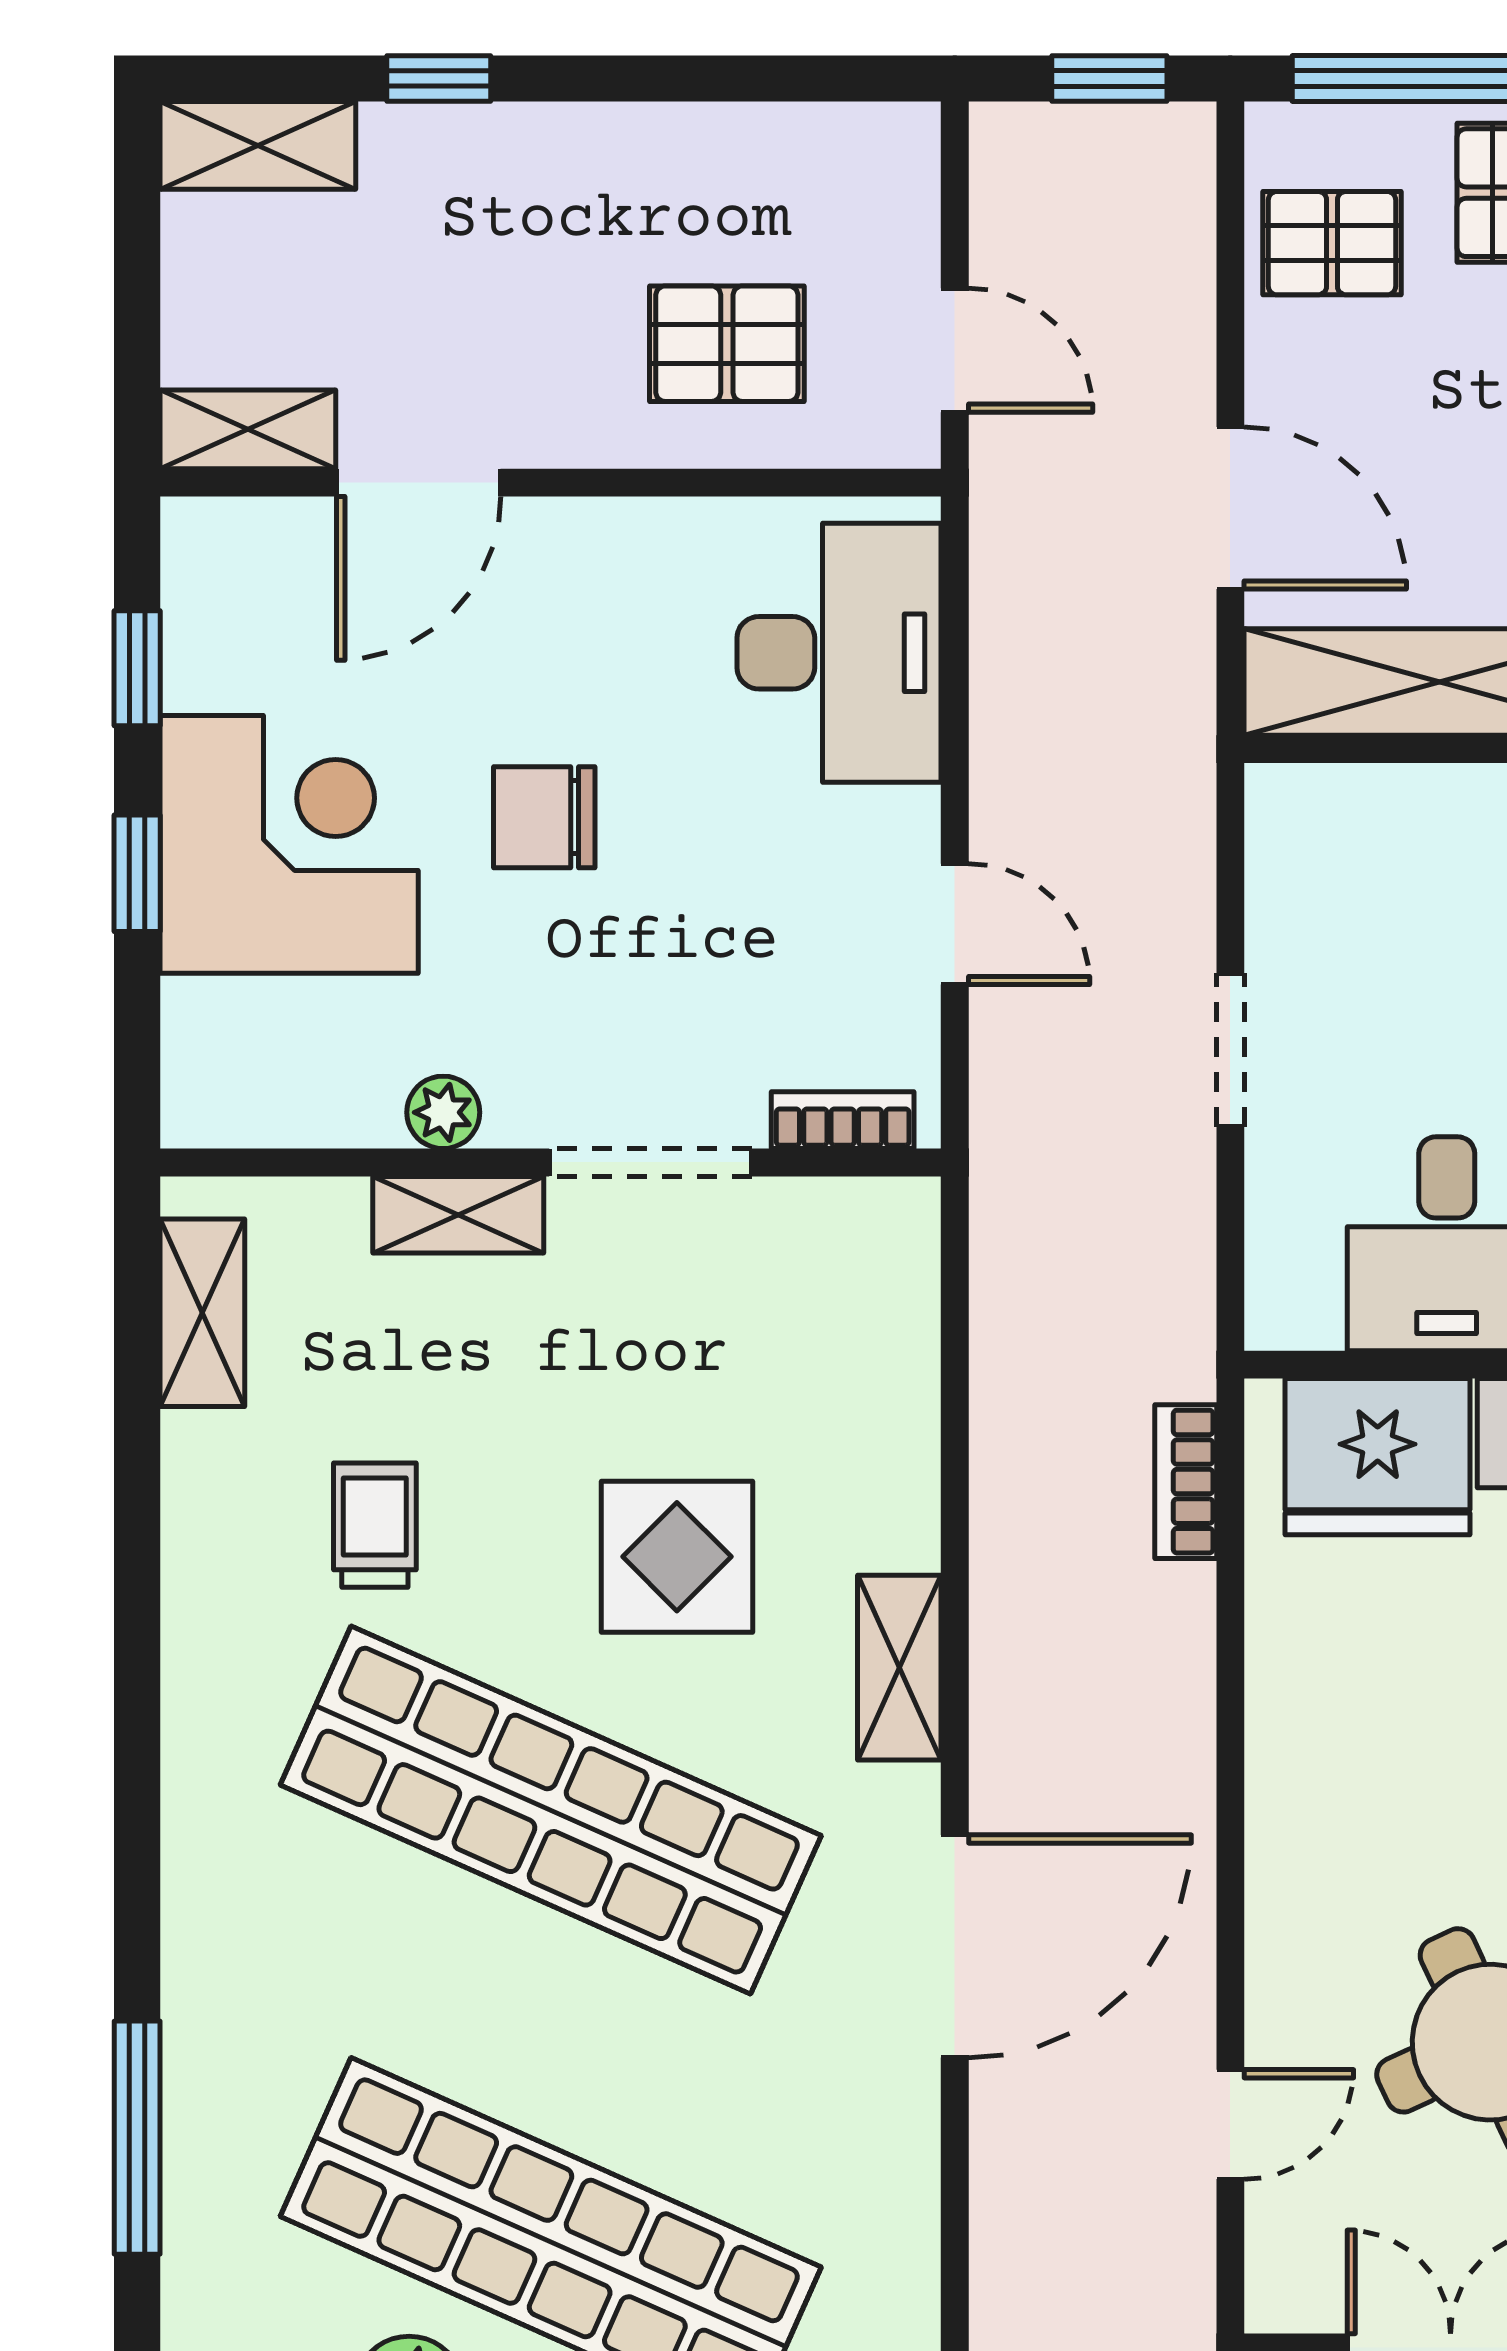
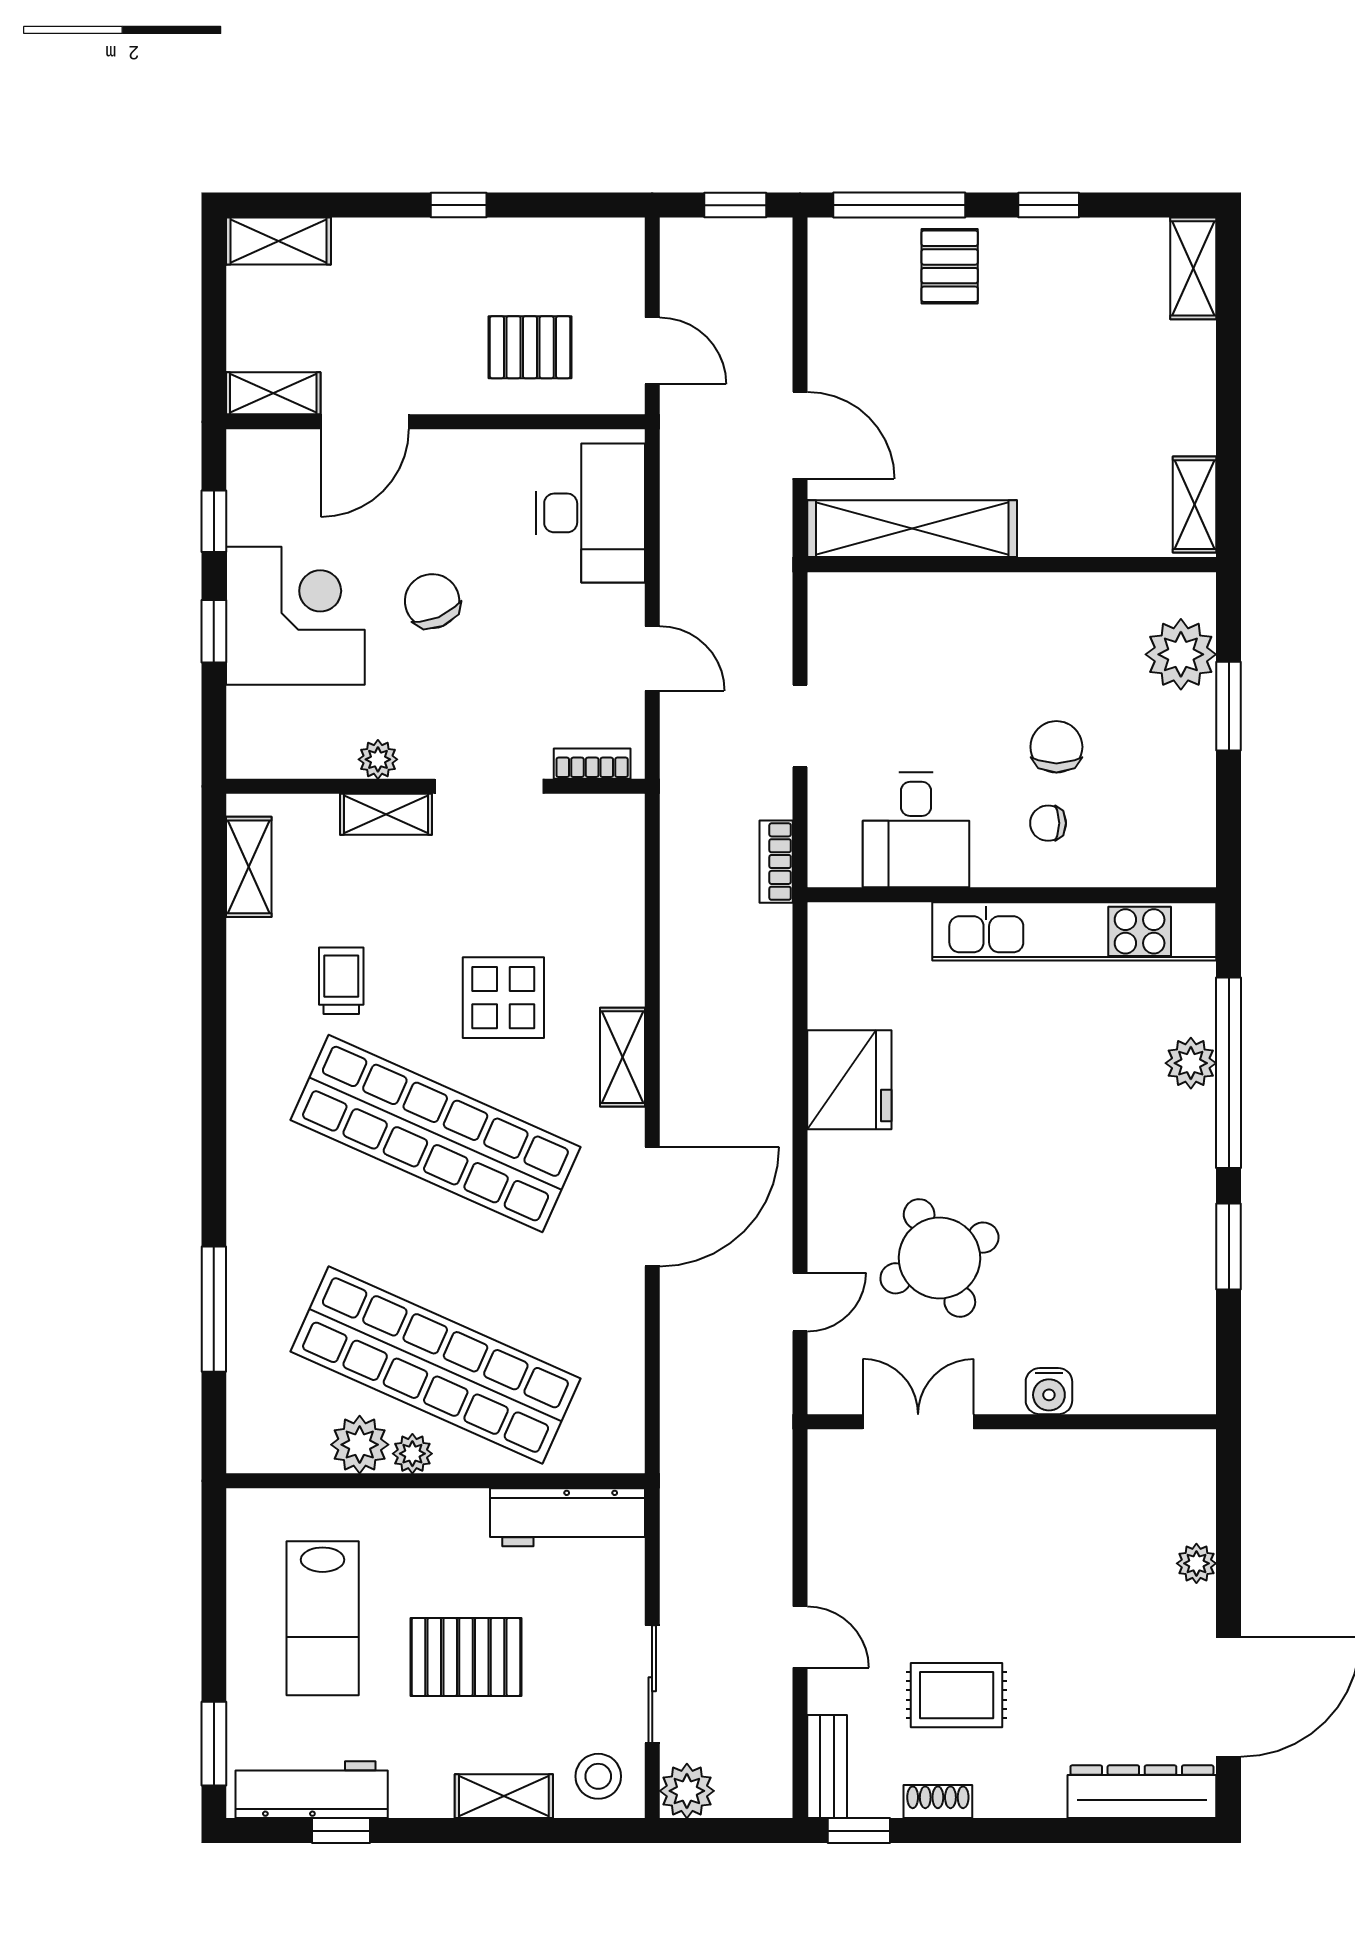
window: (439, 78) -> (459, 205), moved
pallet: (1332, 243) -> (855, 293), removed
chair: (544, 817) -> (432, 601), turned 67
fridge: (1378, 1457) -> (849, 1080), moved, turned -90
bookcase: (1186, 1482) -> (776, 862), moved

